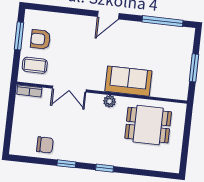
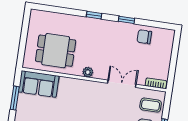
sofa: (128, 81) -> (39, 84), moved

